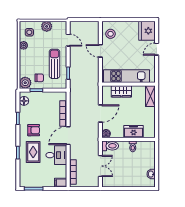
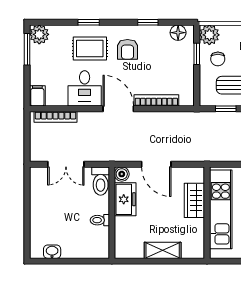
shelving: (150, 96) -> (163, 250), moved
freezer: (134, 132) -> (125, 199), moved
plant: (25, 181) -> (39, 34), added

